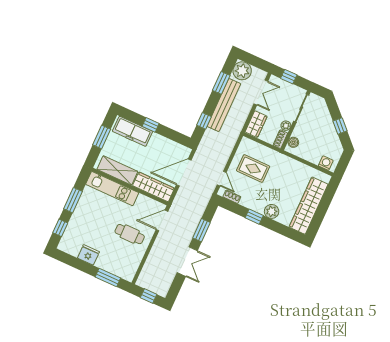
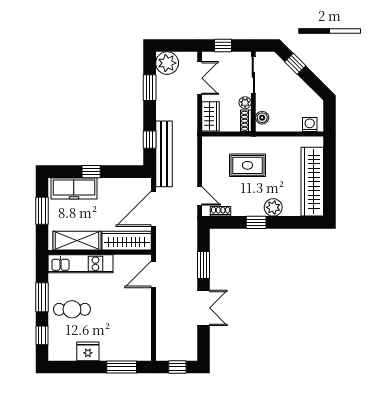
bench: (224, 105) -> (164, 154), moved
window: (340, 126) -> (295, 64), moved
rug: (253, 168) -> (247, 165), moved
cafe table: (130, 234) -> (72, 309), moved

